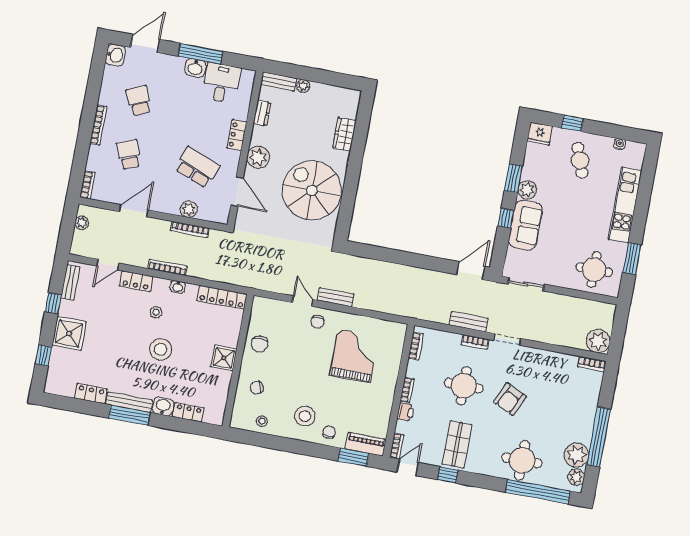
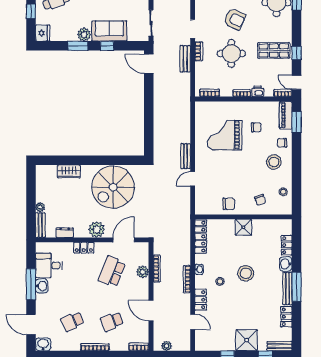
bench: (70, 282) -> (280, 346), moved
chair: (318, 322) -> (256, 127), moved

